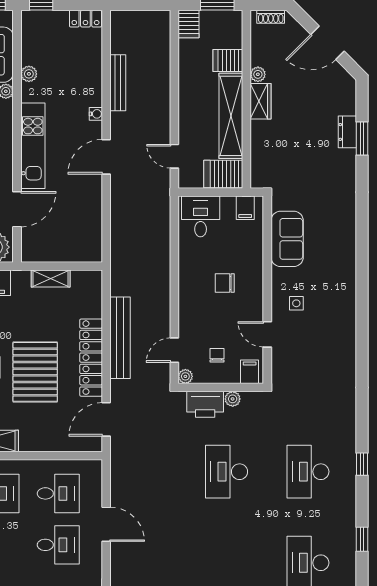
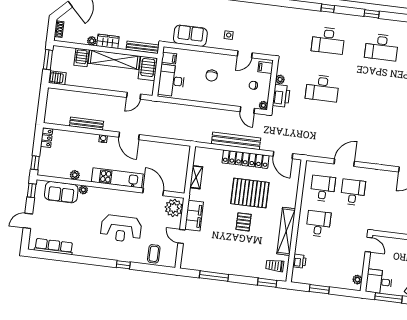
bench: (258, 161) -> (143, 47), added
desk: (201, 216) -> (171, 81), width x1.37

